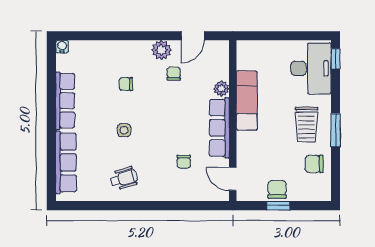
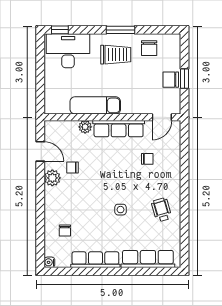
chair: (126, 84) -> (65, 230), moved

